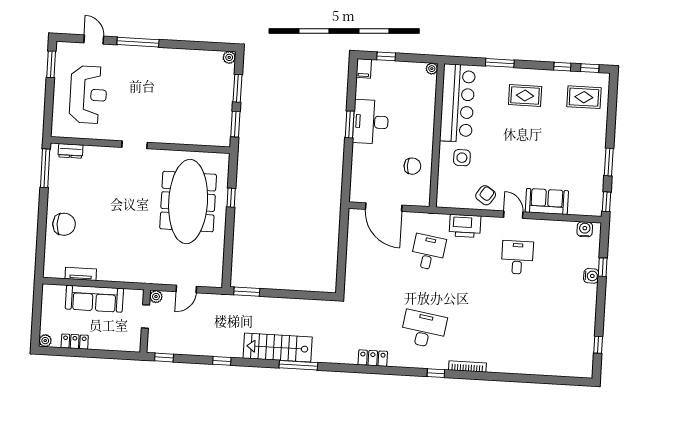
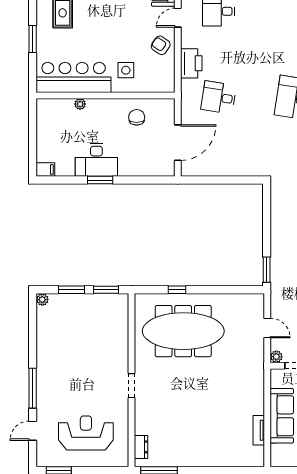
window: (386, 56) -> (33, 149), removed
plant: (432, 69) -> (80, 104), moved
chair: (64, 224) -> (212, 449), removed

